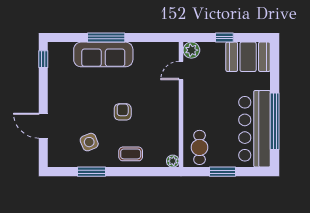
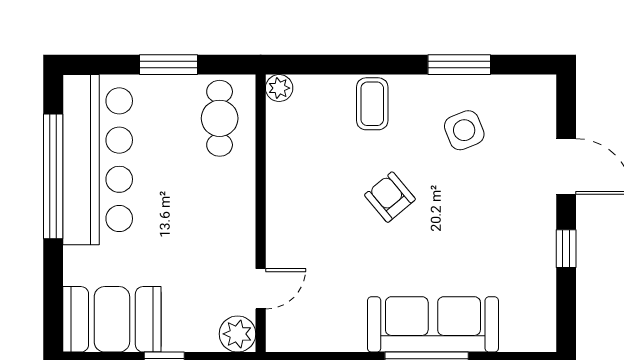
window: (43, 59) -> (566, 249), moved
armchair: (123, 112) -> (390, 197), turned 140
coffee table: (131, 154) -> (372, 104), turned 90

